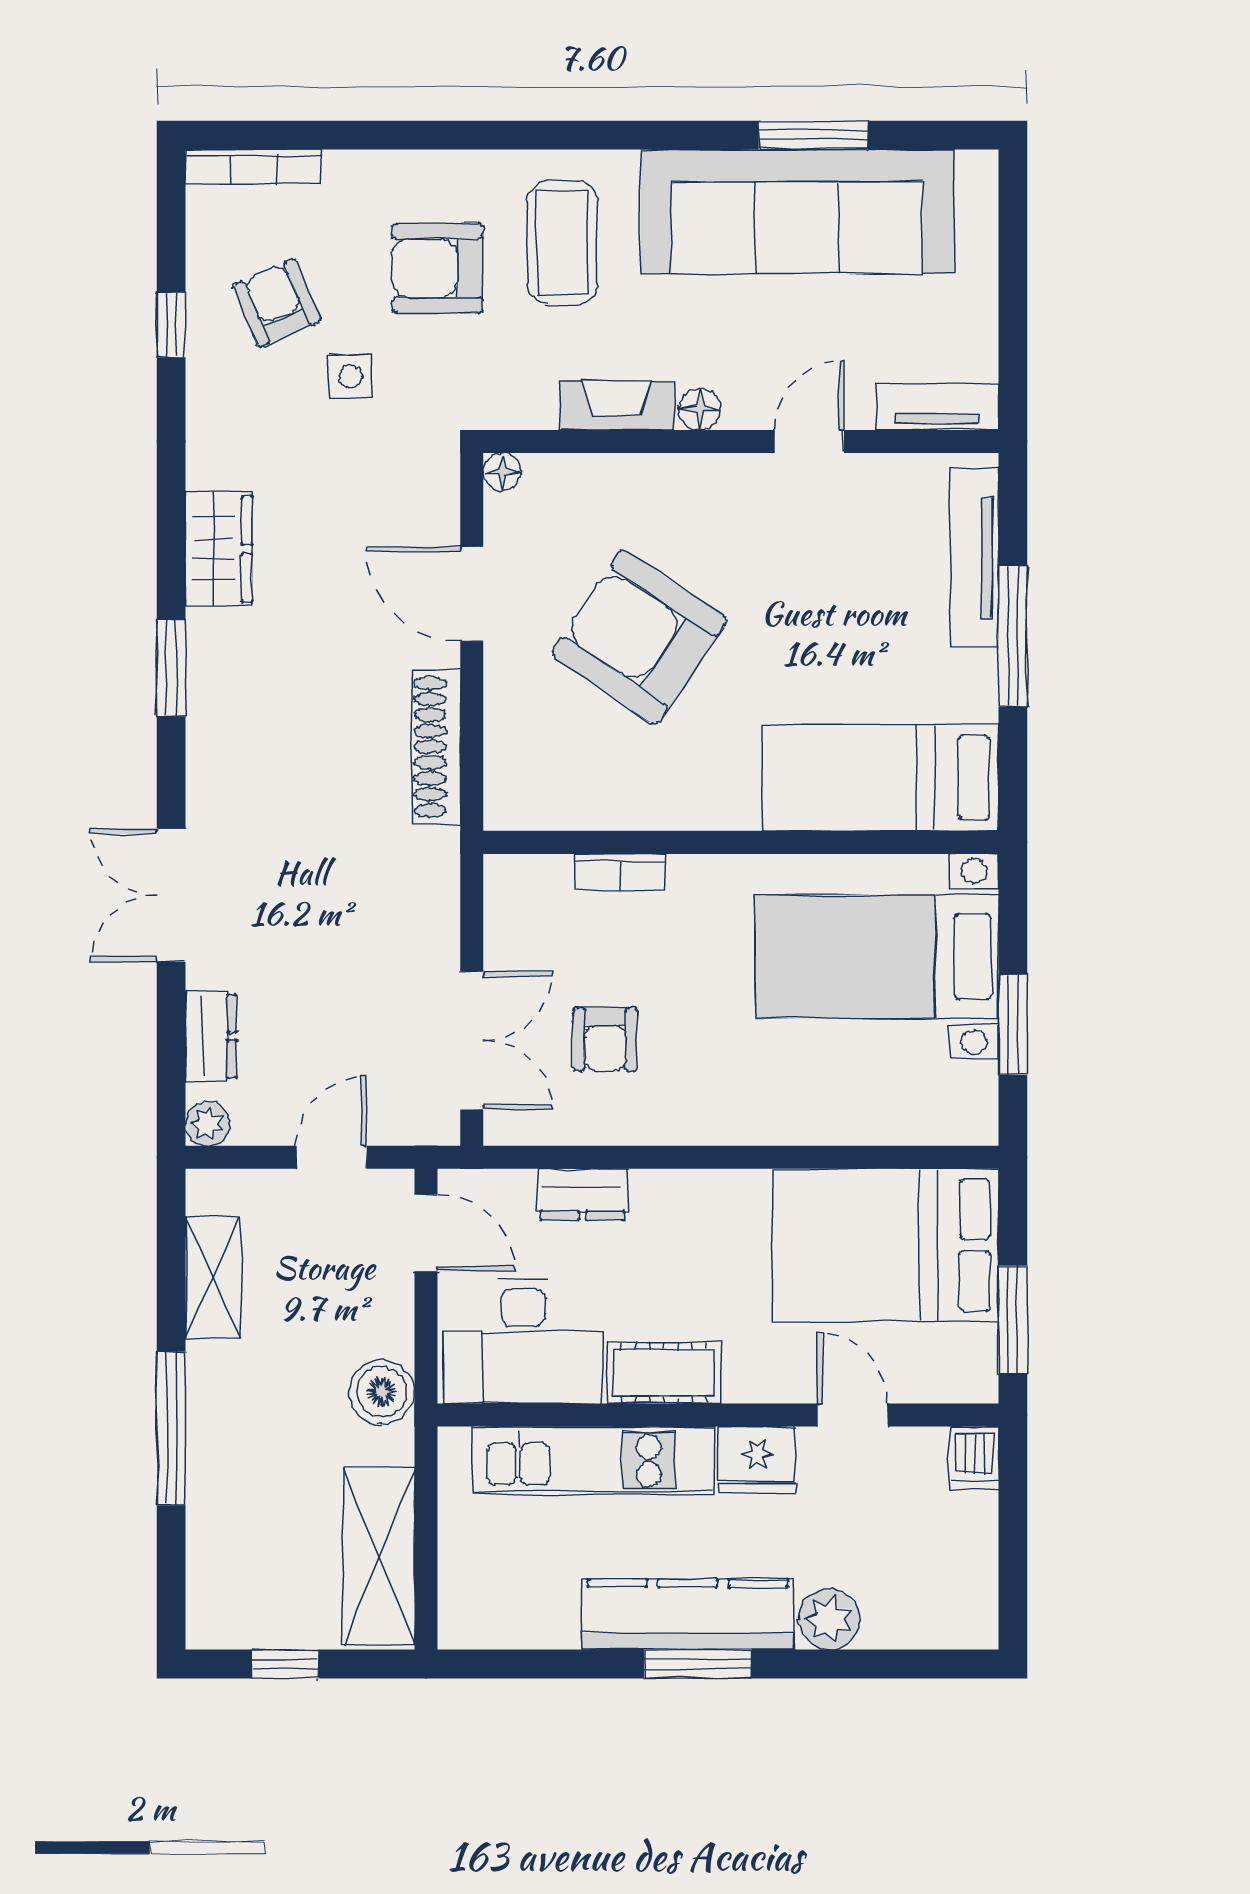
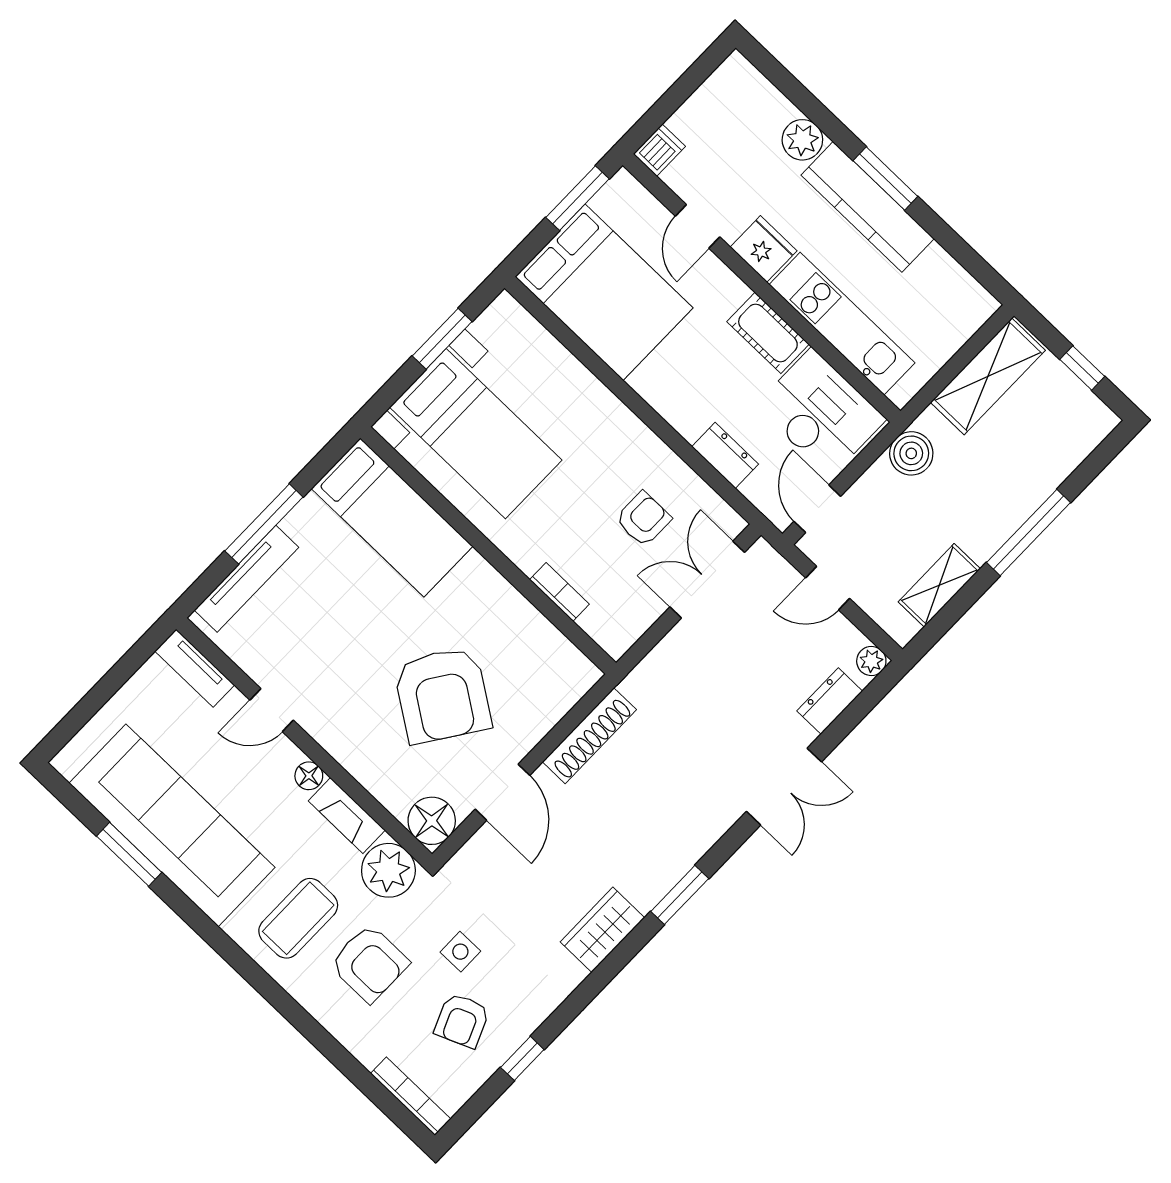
plant: (514, 389) -> (388, 870), added
floor lamp: (502, 472) -> (432, 821), width x1.89, depth x1.89

